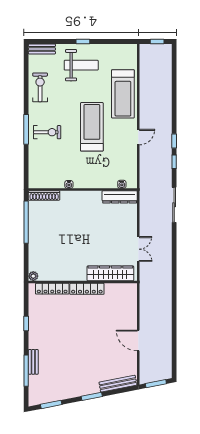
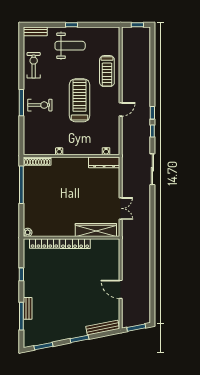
treadmill: (123, 94) -> (107, 71), width x0.73, depth x0.73

